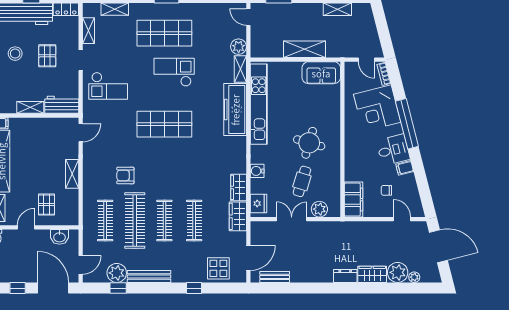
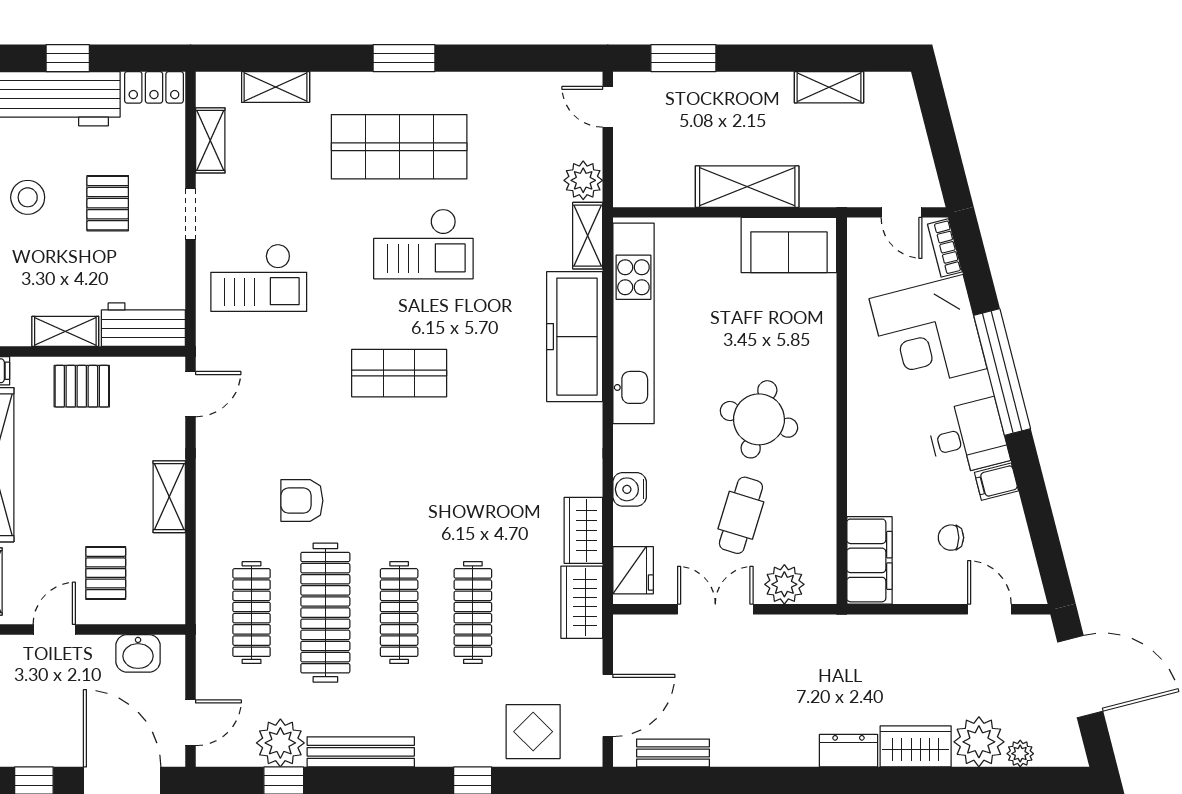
checkout: (174, 72) -> (423, 244), turned 180
shop shelf: (164, 124) -> (399, 373), width x0.70, depth x0.74
pallet: (37, 129) -> (82, 386), added

